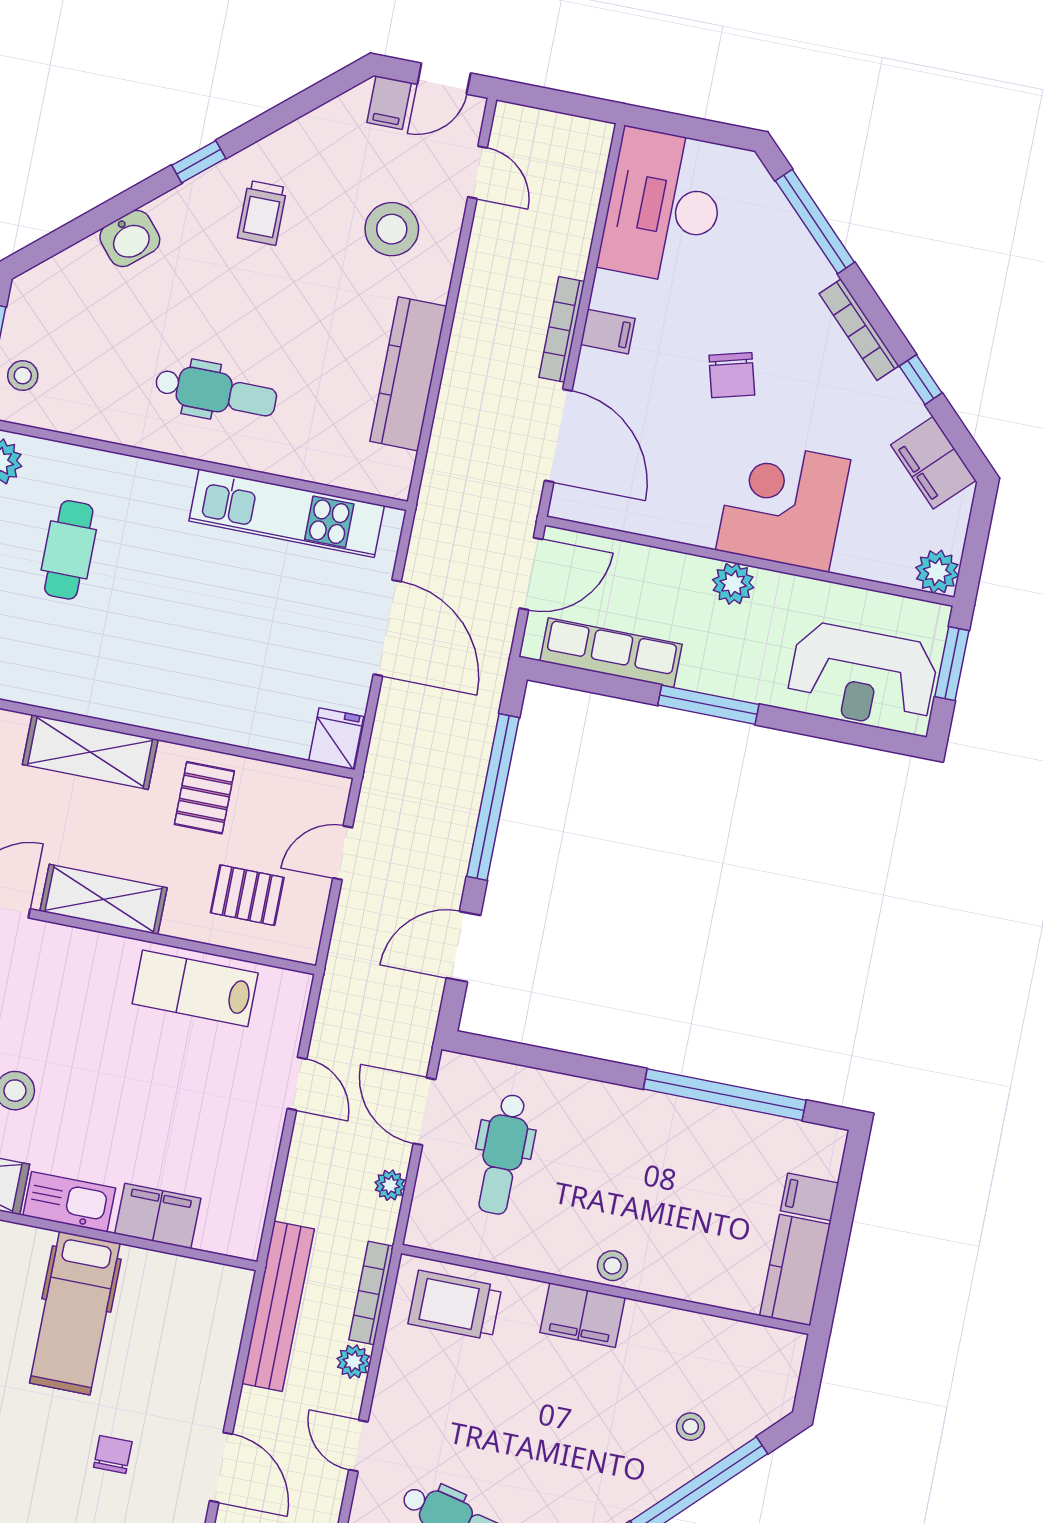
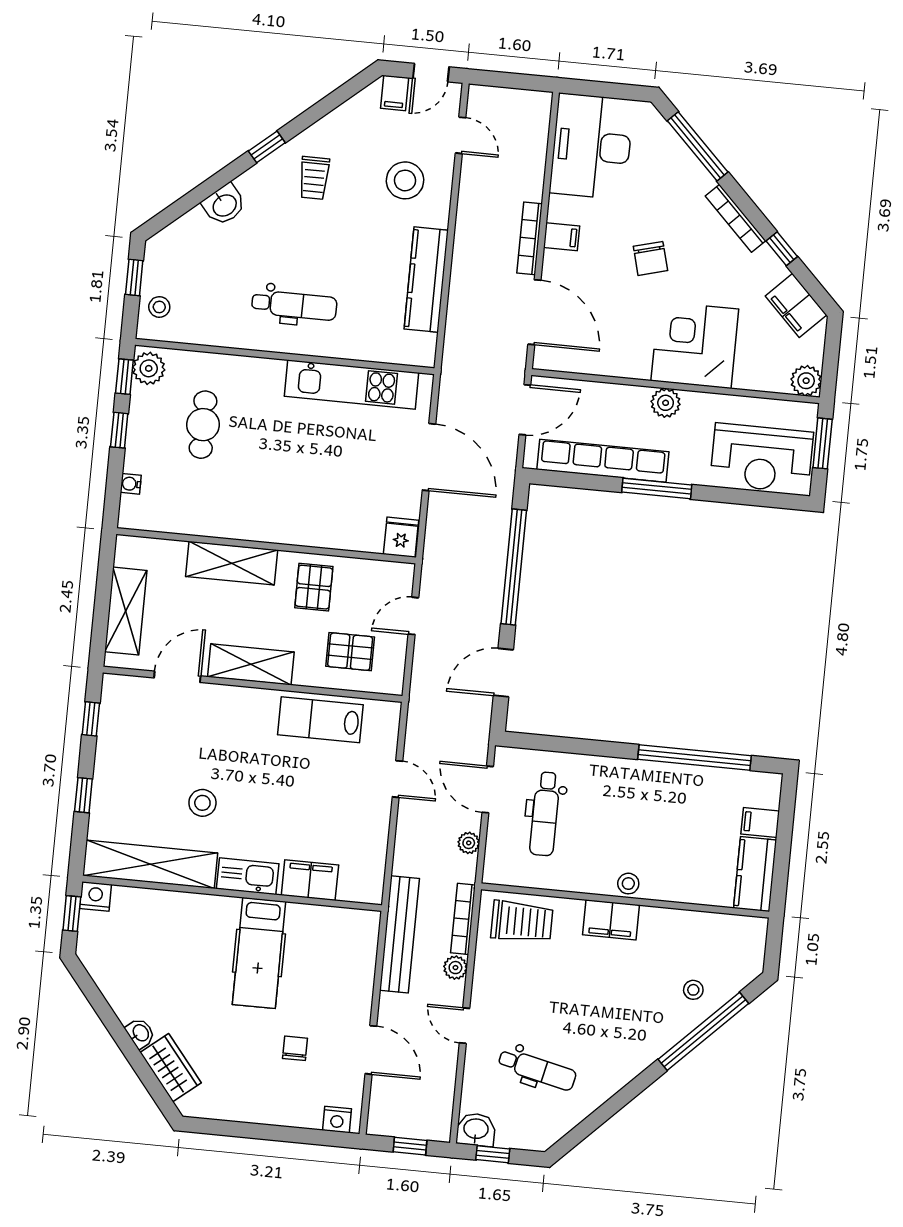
row of seats: (611, 653) -> (603, 461), width x1.36
trolley: (455, 1305) -> (522, 922), turned 180

